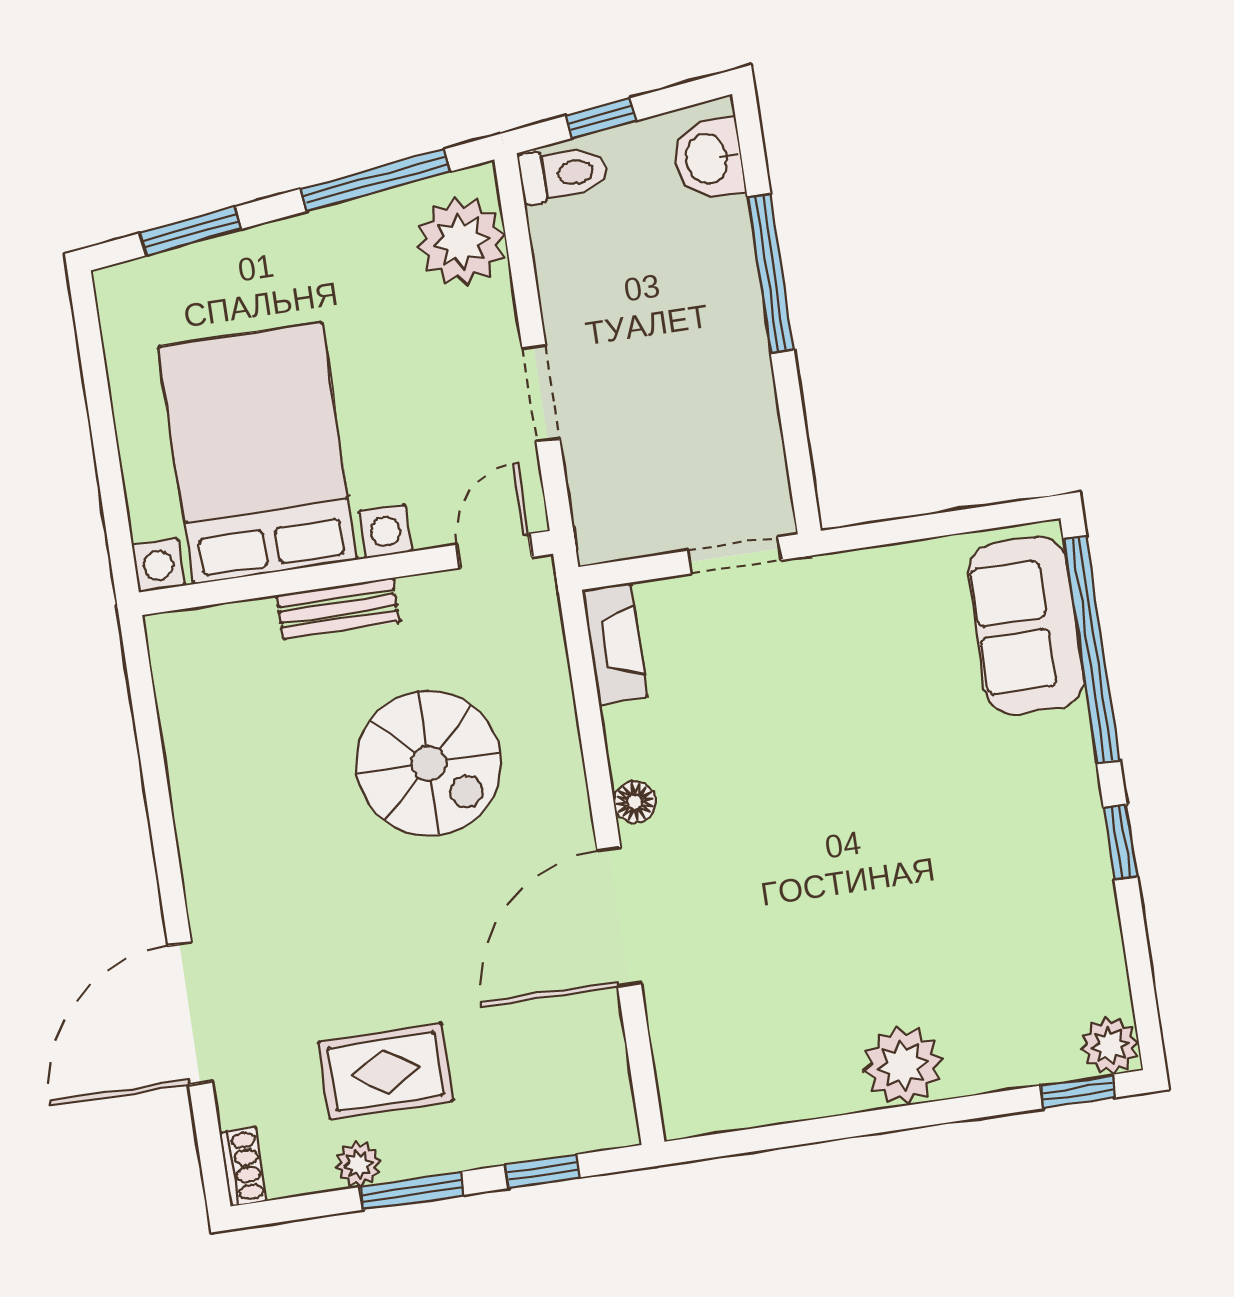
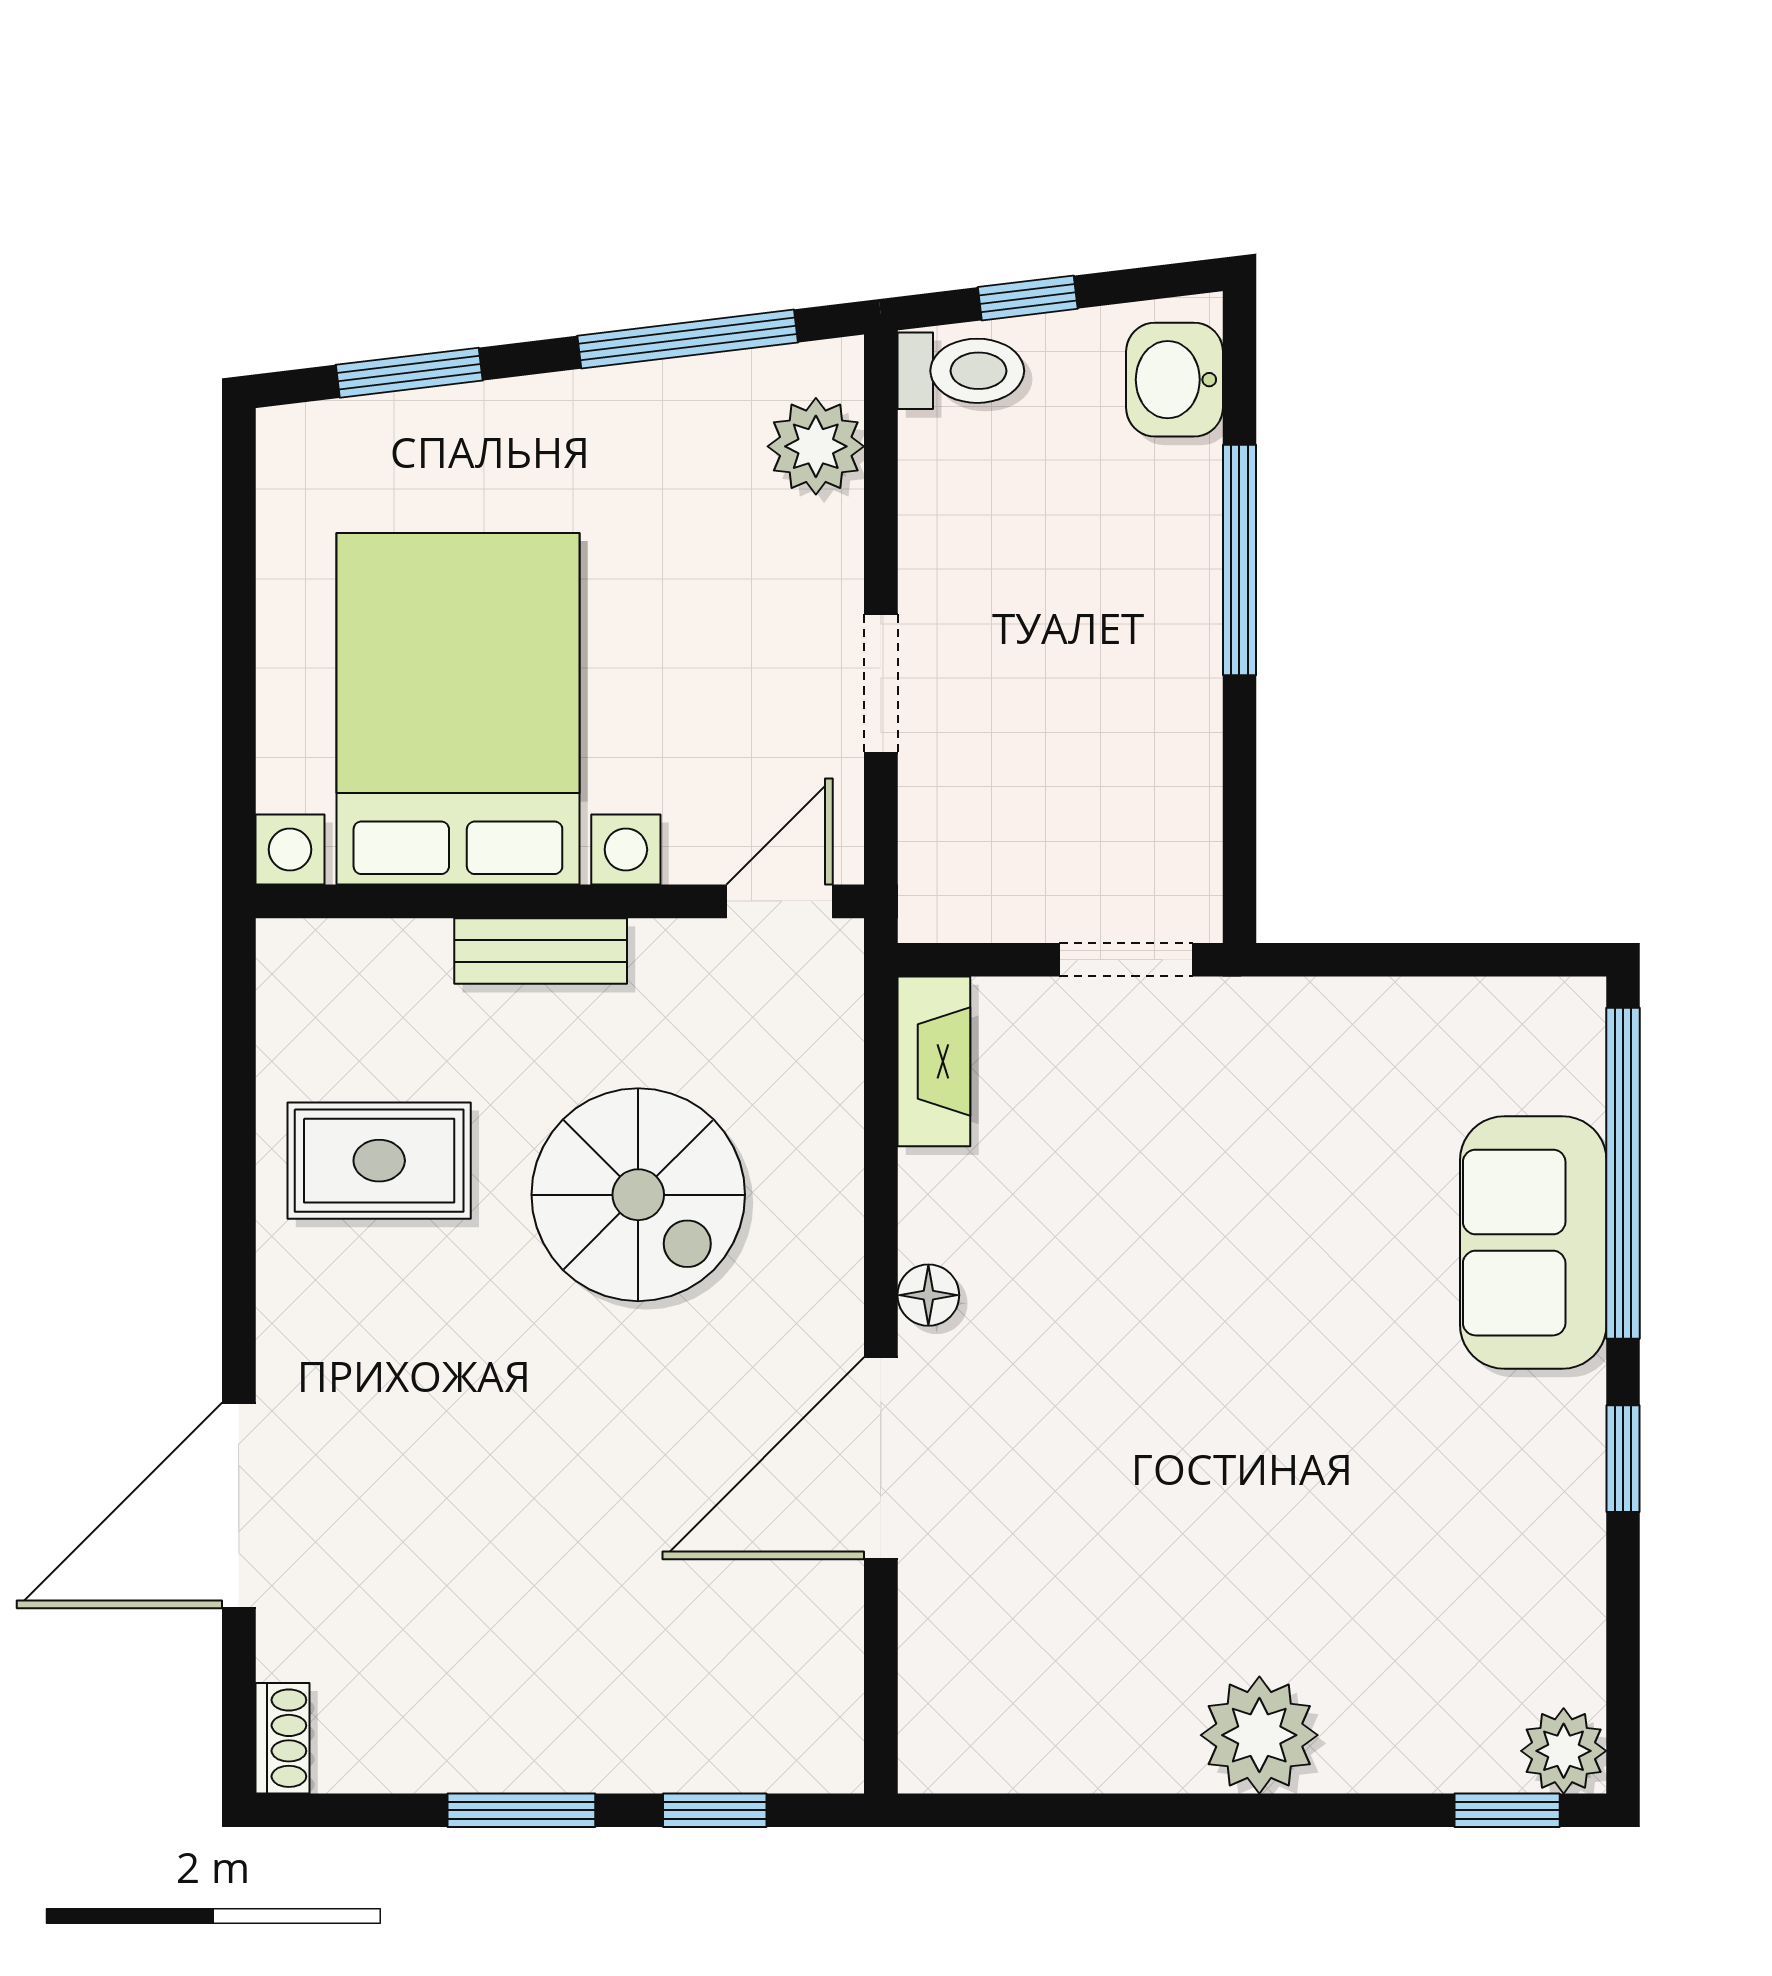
plant: (461, 241) -> (816, 446), width x0.73, depth x0.73
sofa: (1026, 626) -> (1533, 1243), moved
rug: (386, 1071) -> (379, 1161), moved
plant: (358, 1164) -> (450, 1760), removed

